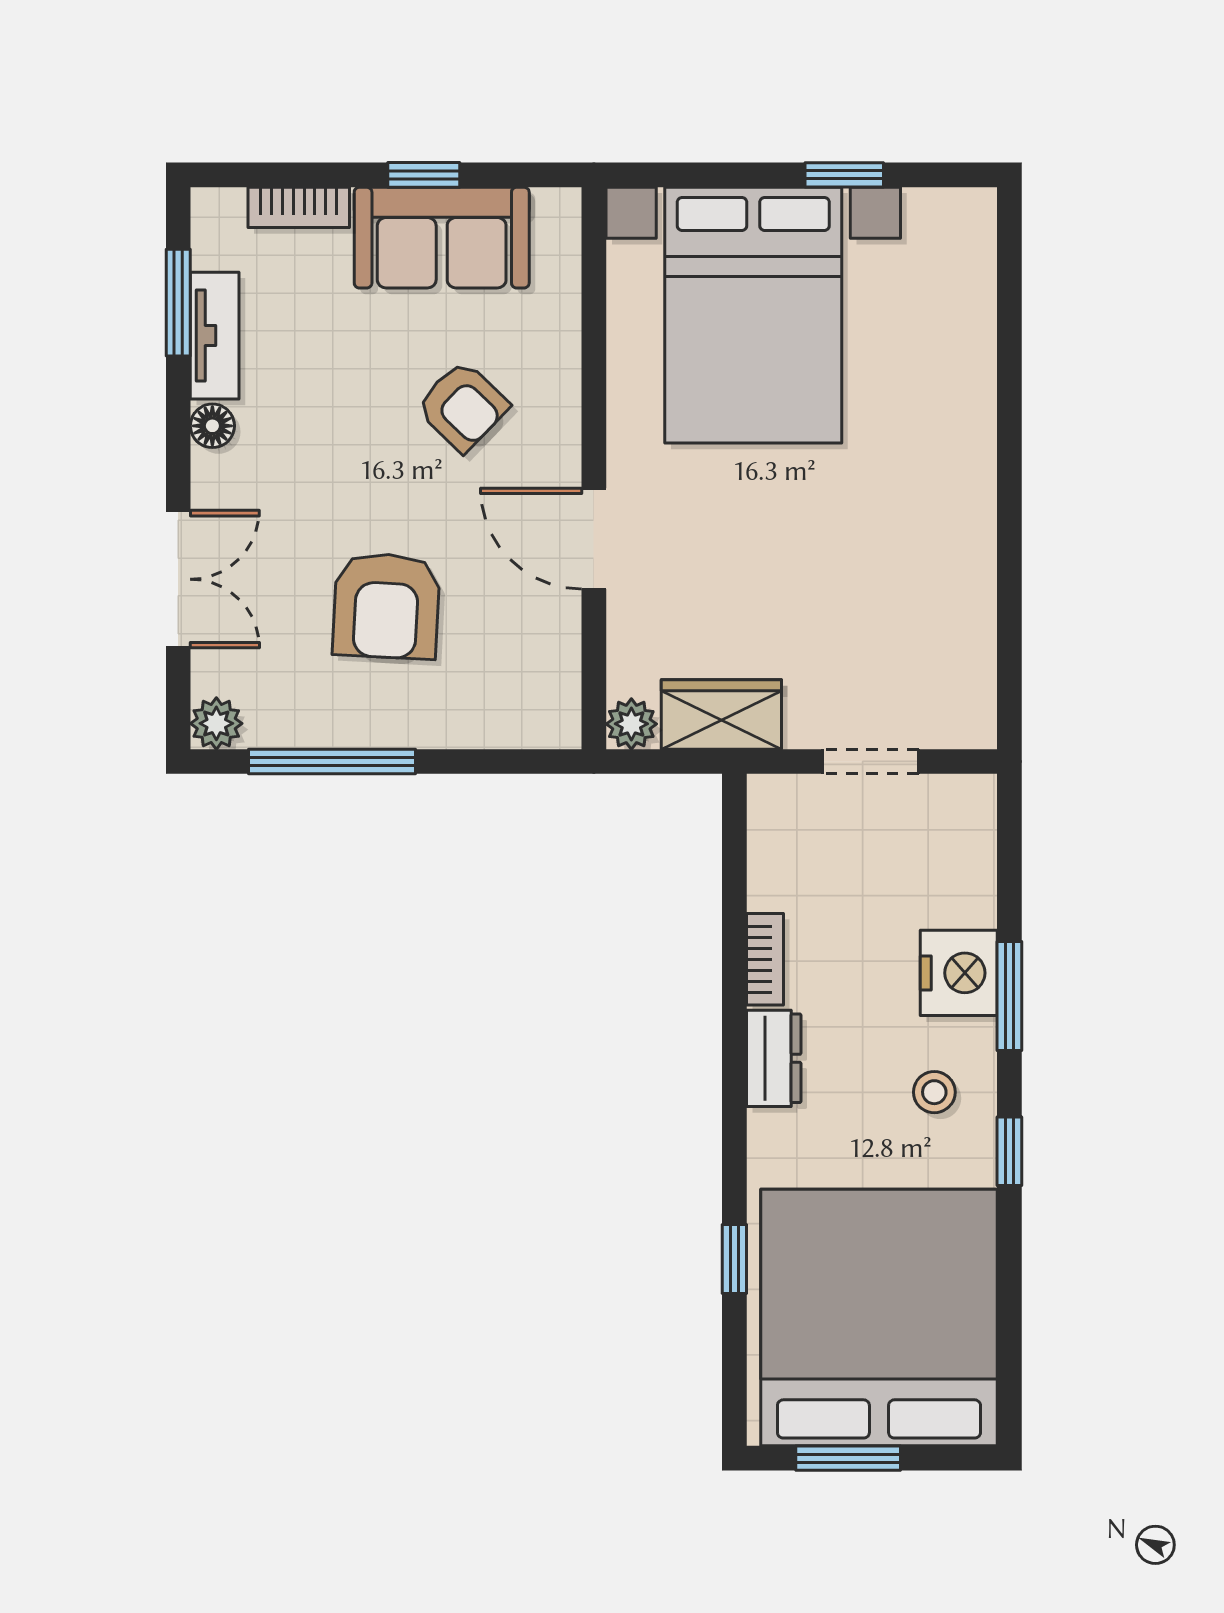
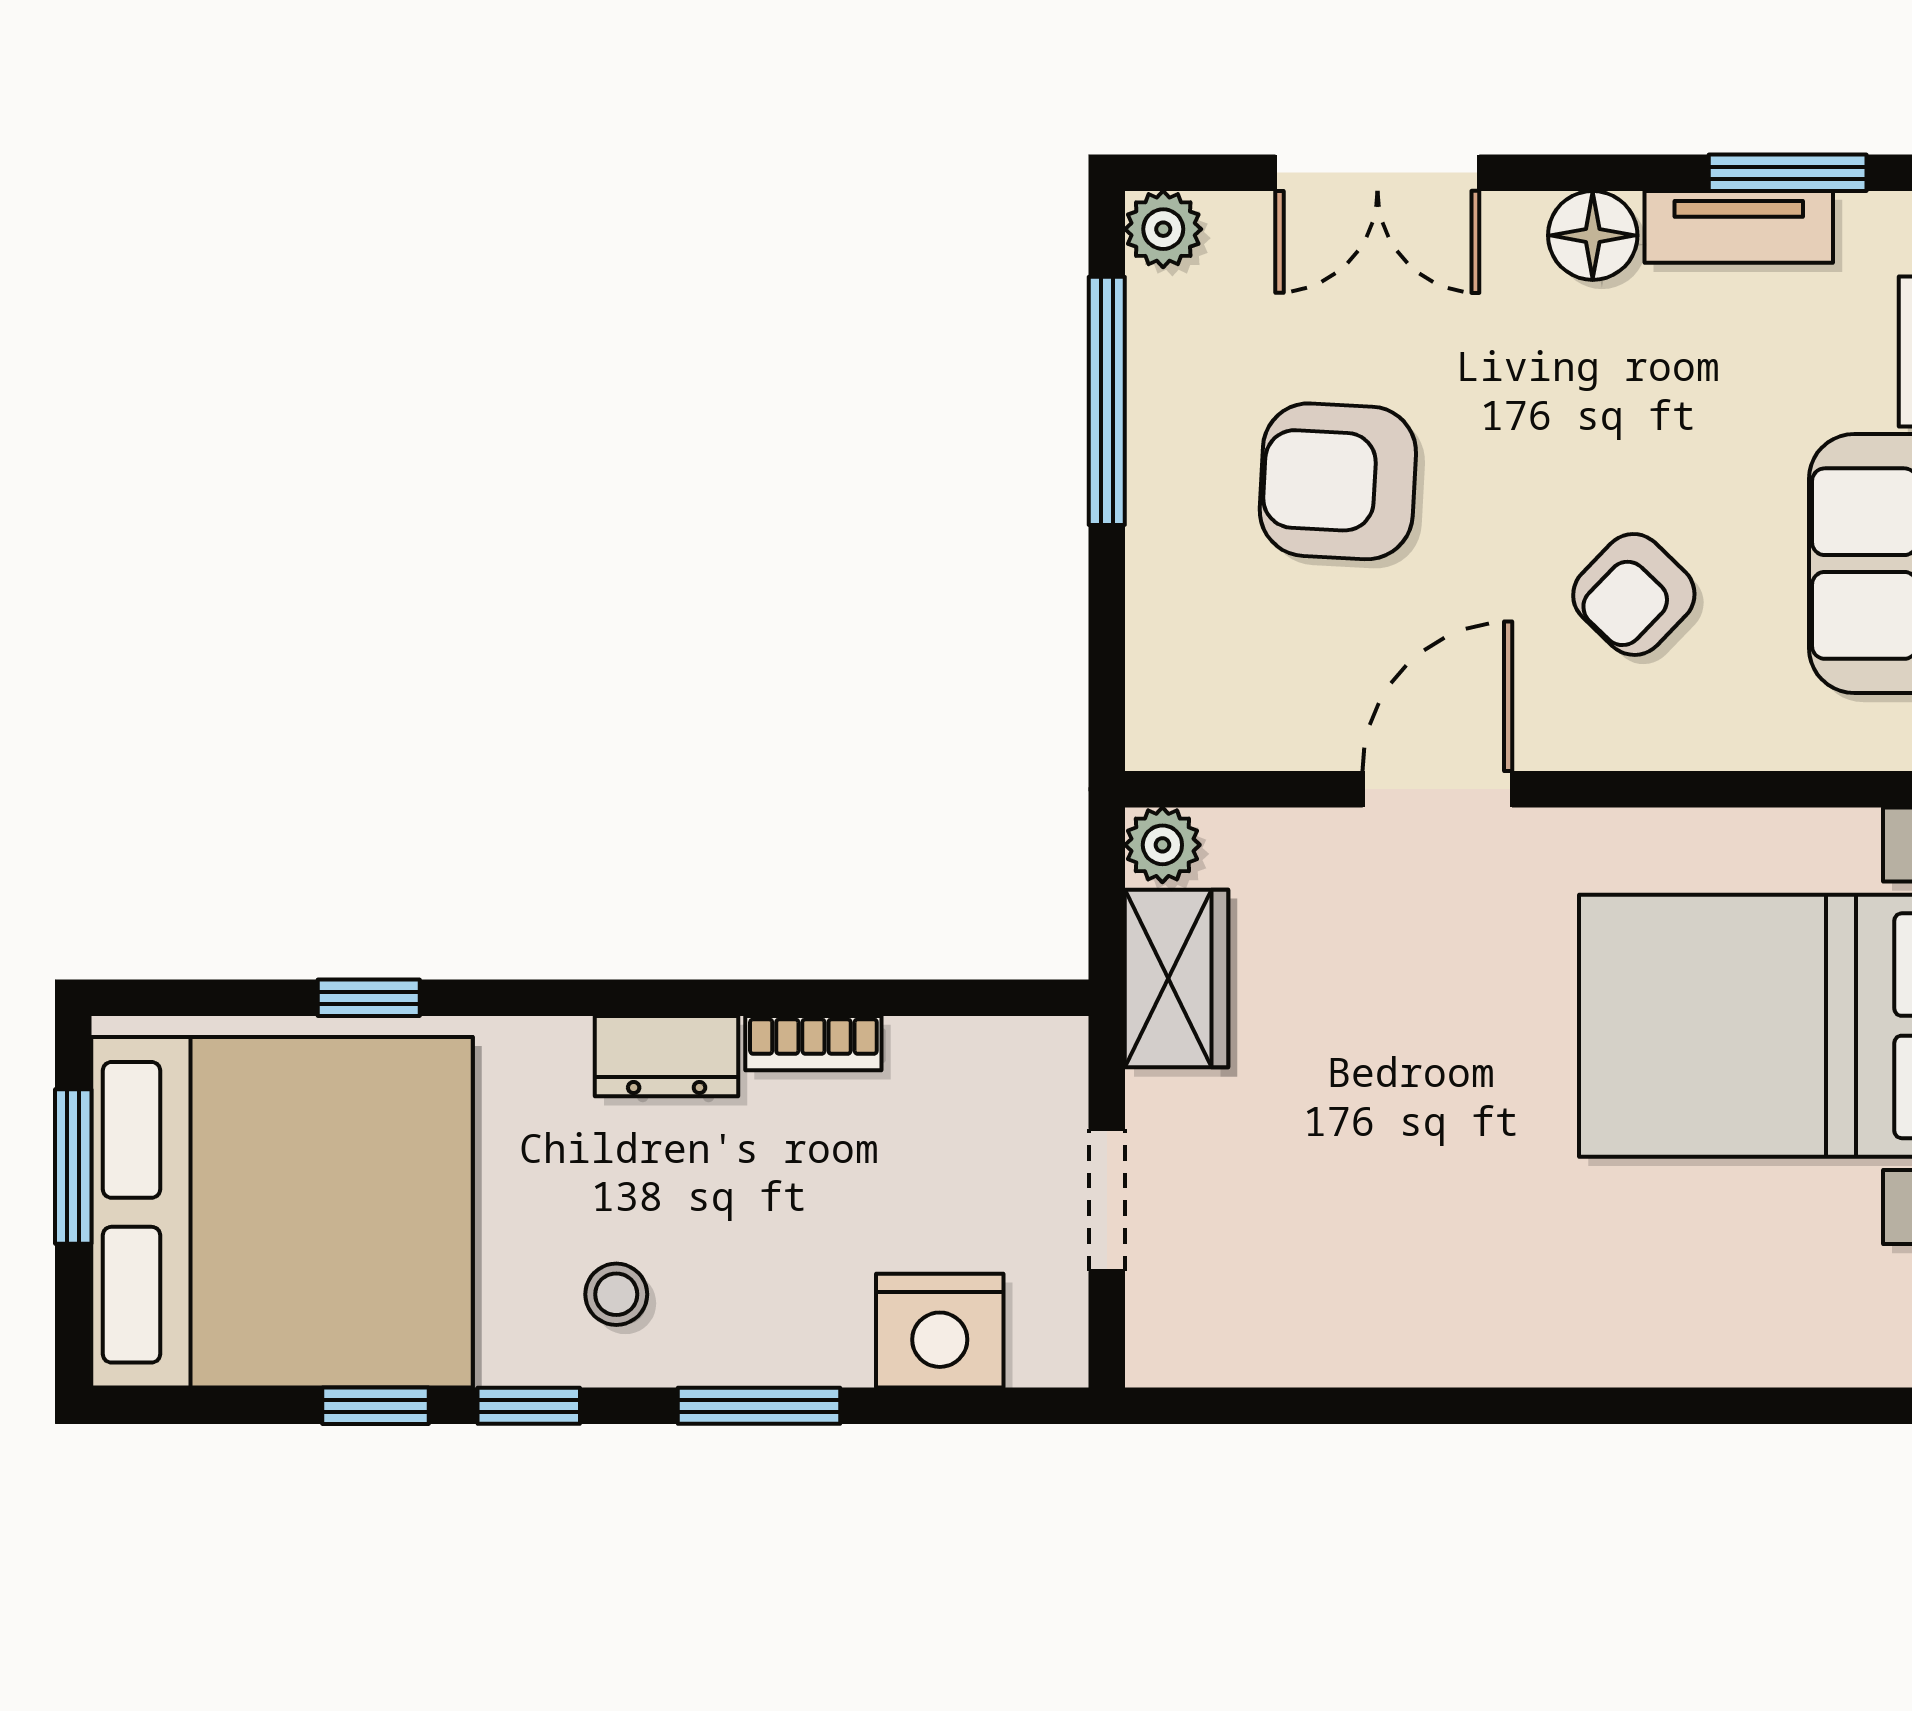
floor lamp: (212, 426) -> (1593, 235), width x1.37, depth x1.37
nightstand: (959, 973) -> (940, 1331), moved
window: (1009, 1254) -> (375, 1406), added

